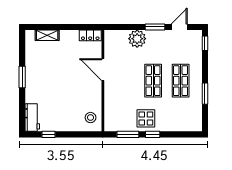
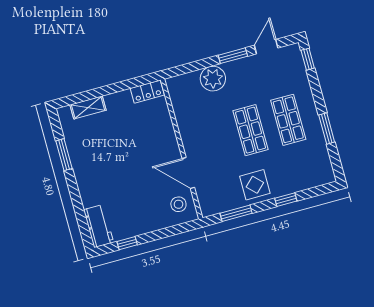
door: (103, 70) -> (188, 173), moved
window: (22, 77) -> (64, 155), moved
window: (153, 134) -> (286, 200), moved

